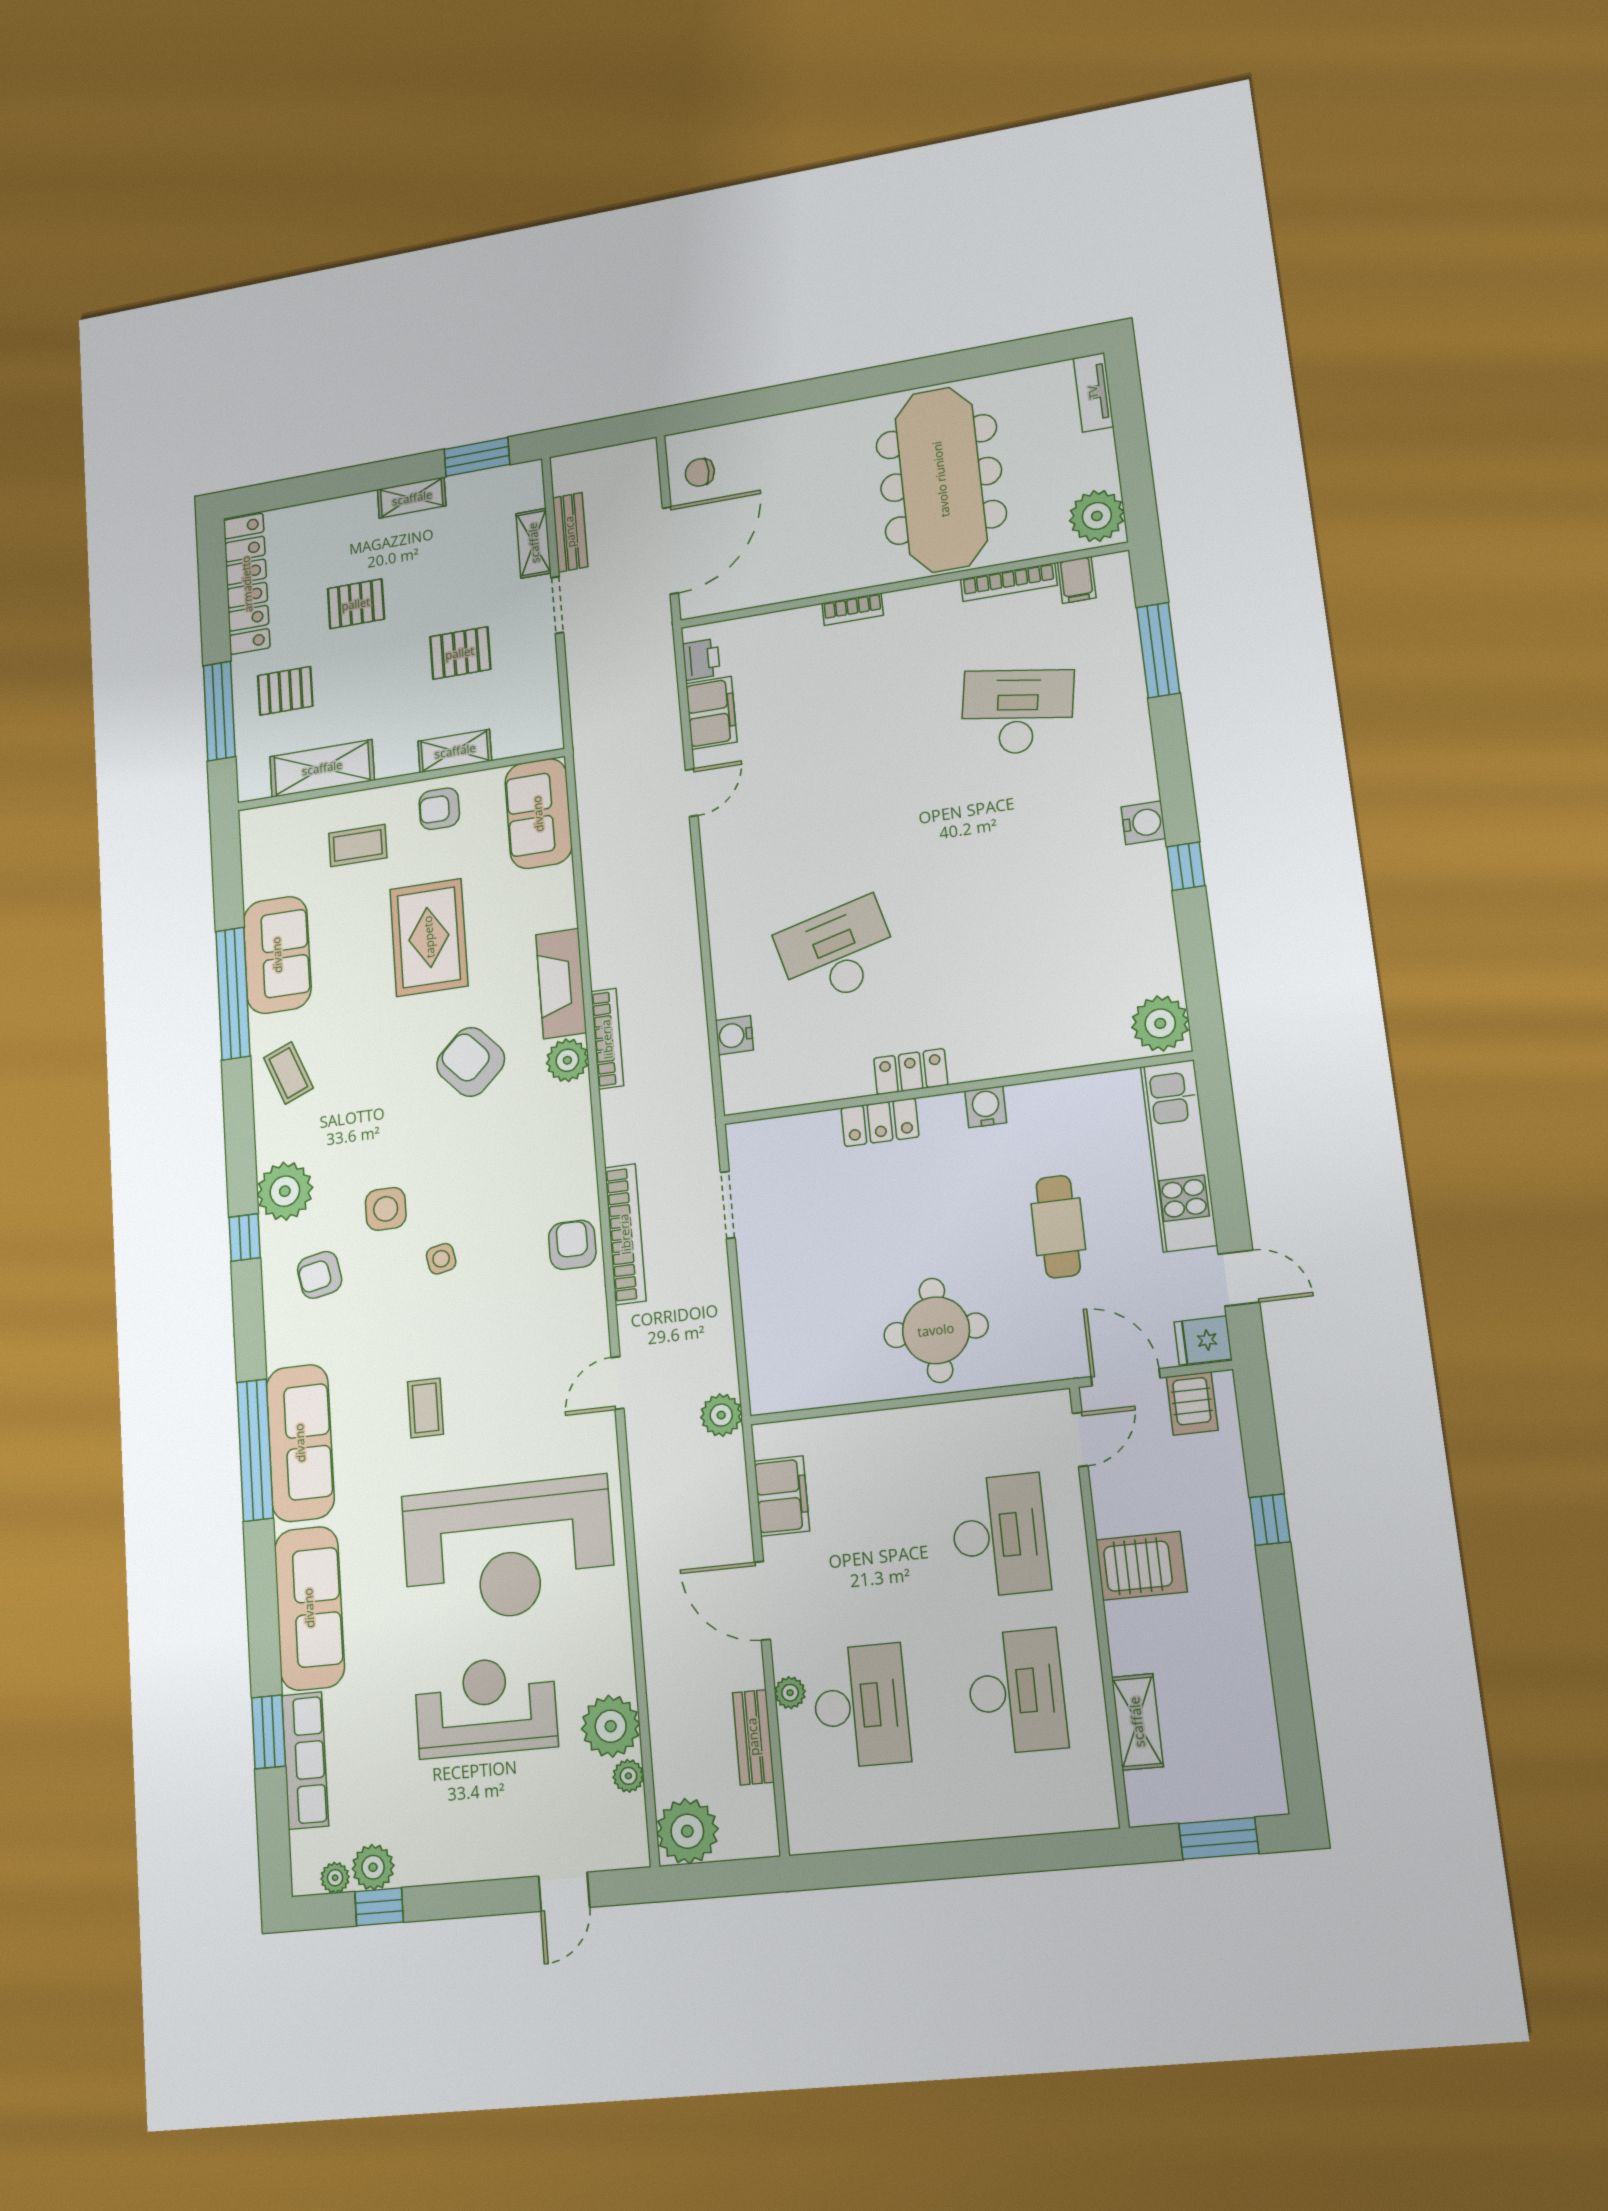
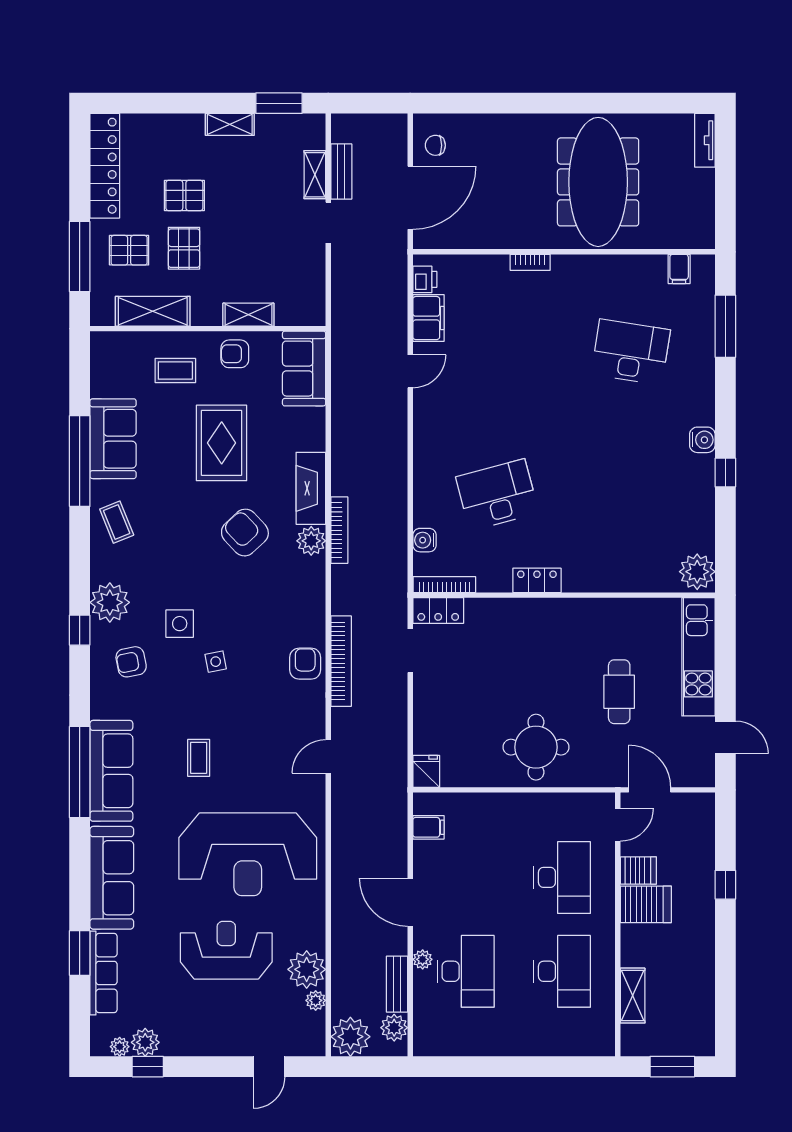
plant: (1097, 516) -> (697, 227), removed
bookcase: (1009, 582) -> (444, 585), moved, turned 180
pallet: (460, 653) -> (184, 248), moved, turned 90
water cooler: (986, 1107) -> (582, 610), removed
locker: (880, 1122) -> (438, 610), moved
fridge: (1203, 1340) -> (426, 771), moved, turned 90
server rack: (1192, 1404) -> (638, 870), moved, turned -90
plant: (721, 1415) -> (394, 1028), moved
filing cabinet: (782, 1496) -> (428, 827), width x0.50

